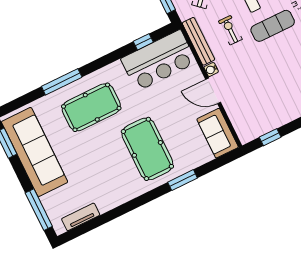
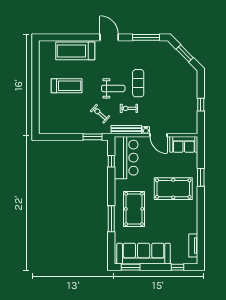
door: (213, 91) -> (159, 135), hinge flipped
window: (270, 137) -> (201, 105), moved
window: (39, 210) -> (178, 267), width x0.46

